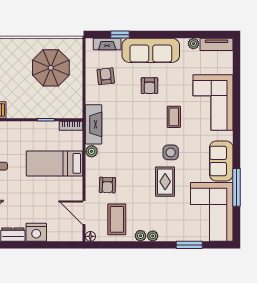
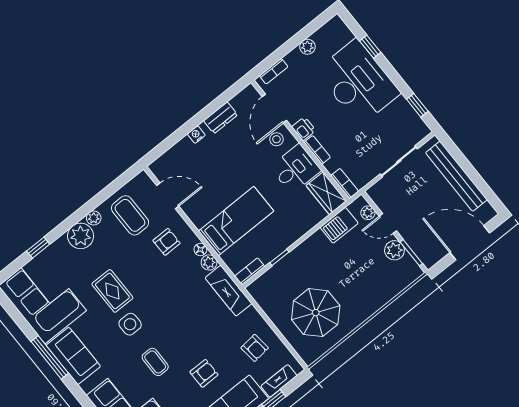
armchair: (149, 86) -> (204, 373), turned 90
armchair: (107, 185) -> (167, 242), turned 88
window: (236, 187) -> (50, 357), moved
nightstand: (36, 232) -> (196, 135), width x0.53, depth x0.56
floor lamp: (90, 236) -> (200, 249), moved
plant: (153, 236) -> (81, 236), width x1.88, depth x1.88
window: (189, 245) -> (38, 248), width x0.67

